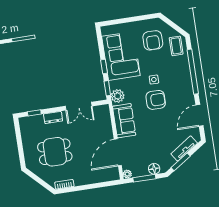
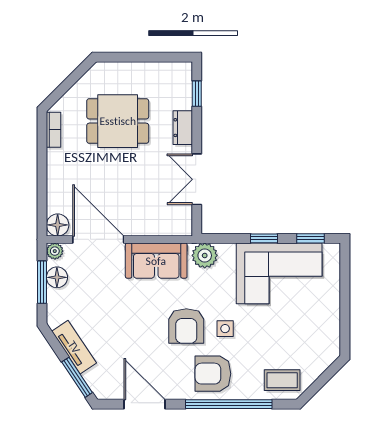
armchair: (153, 40) -> (213, 374), moved
window: (107, 88) -> (311, 238), moved
tv unit: (184, 148) -> (74, 347), moved
dining table: (55, 152) -> (118, 121), turned 90
window: (181, 162) -> (77, 377), moved
floor lamp: (154, 169) -> (57, 277), moved
floor lamp: (113, 175) -> (58, 225), added

